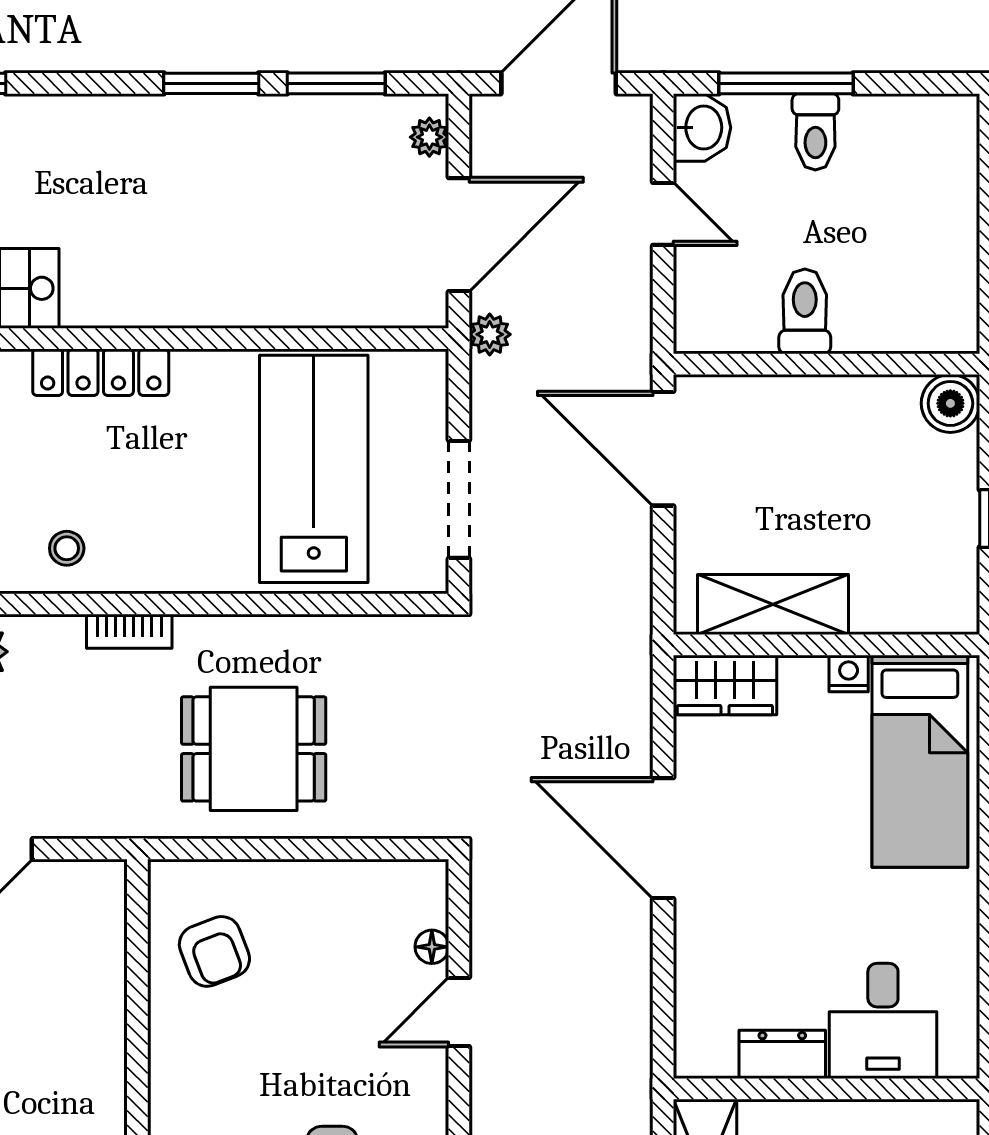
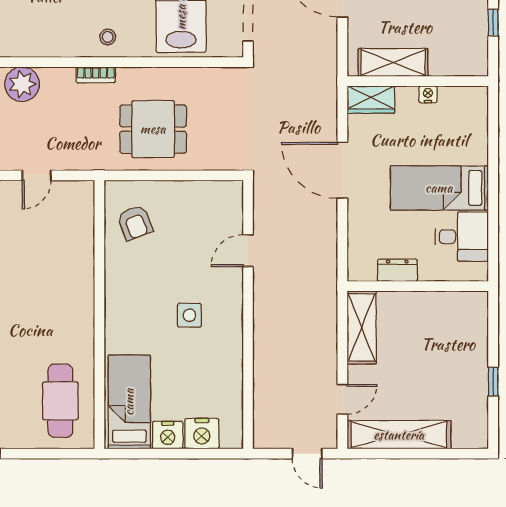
stool: (67, 548) -> (108, 37), moved
bed: (920, 761) -> (439, 188), moved, turned 90
floor lamp: (432, 947) -> (235, 221), removed
desk: (883, 1021) -> (462, 237), moved, turned -90

